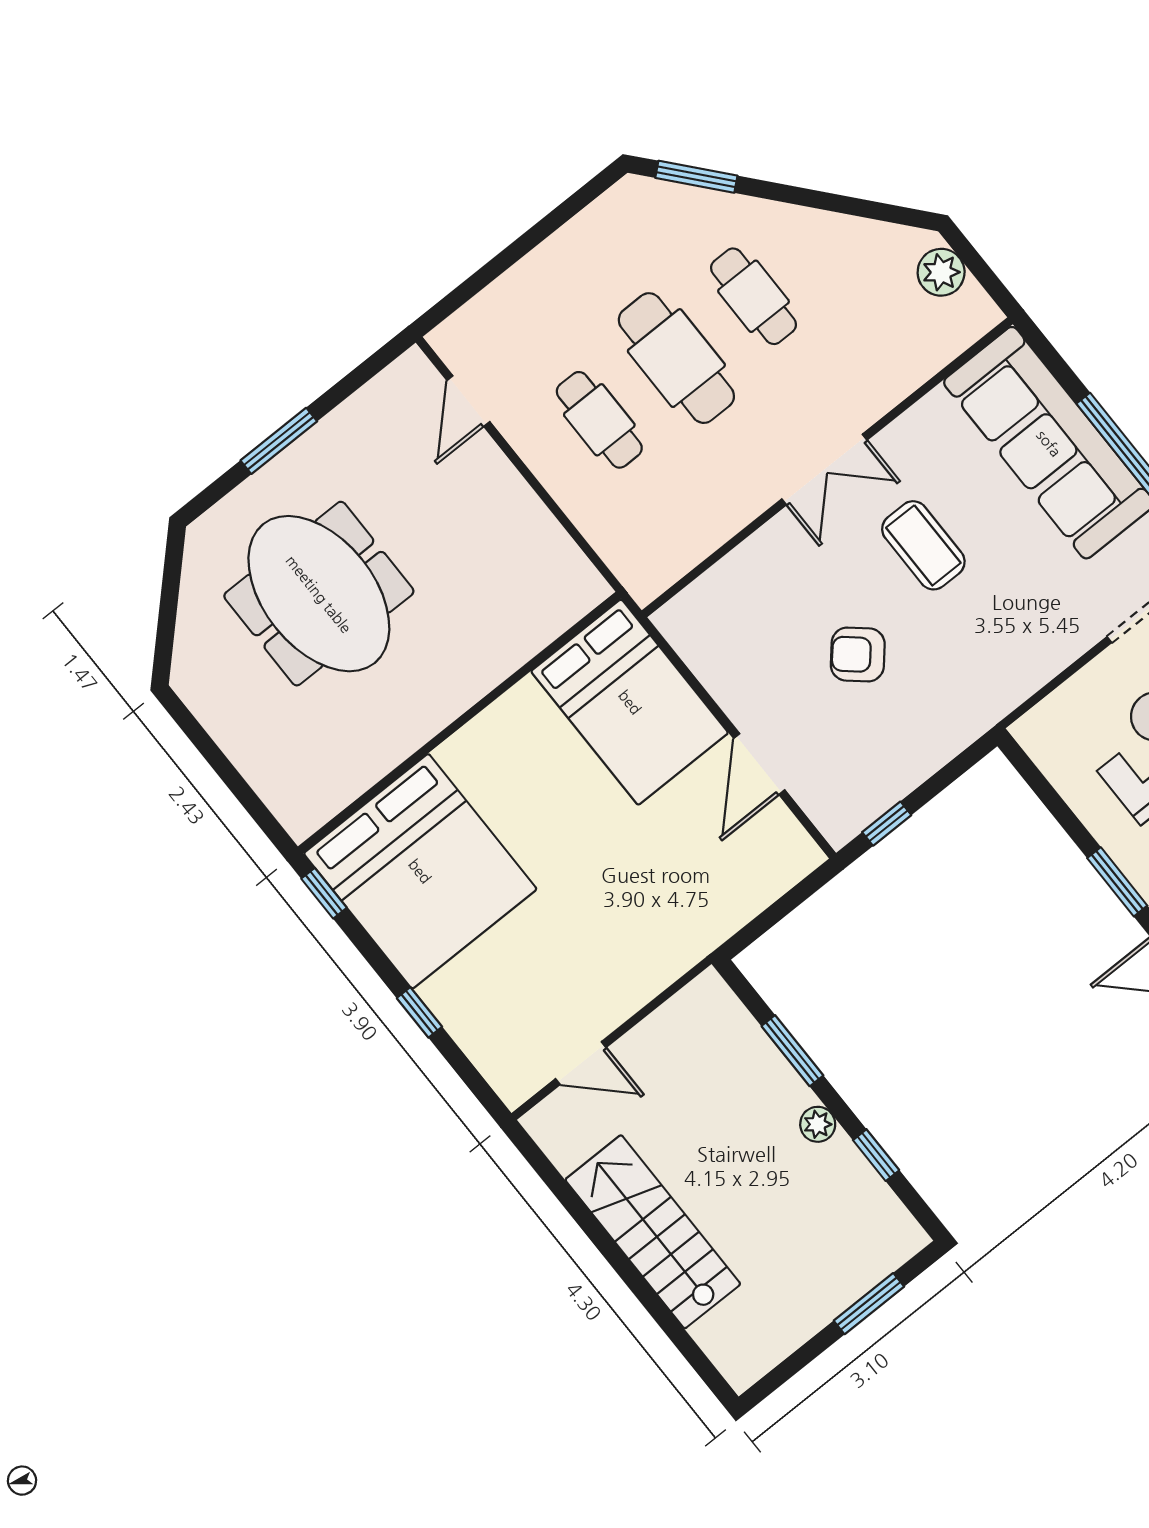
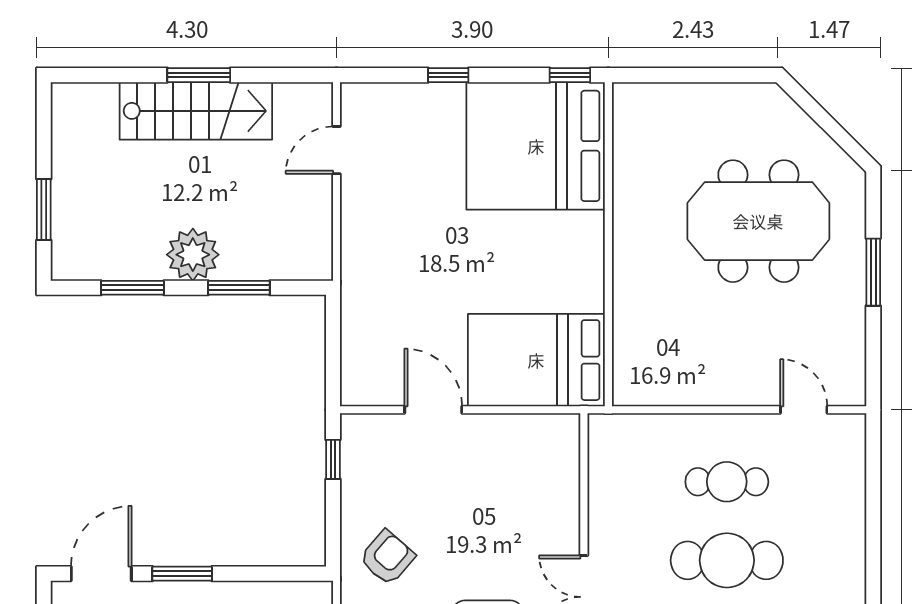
armchair: (858, 654) -> (387, 558), moved
plant: (818, 1124) -> (193, 255), width x1.87, depth x1.87
window: (876, 1155) -> (132, 288), width x1.50
window: (615, 1257) -> (199, 75), added

